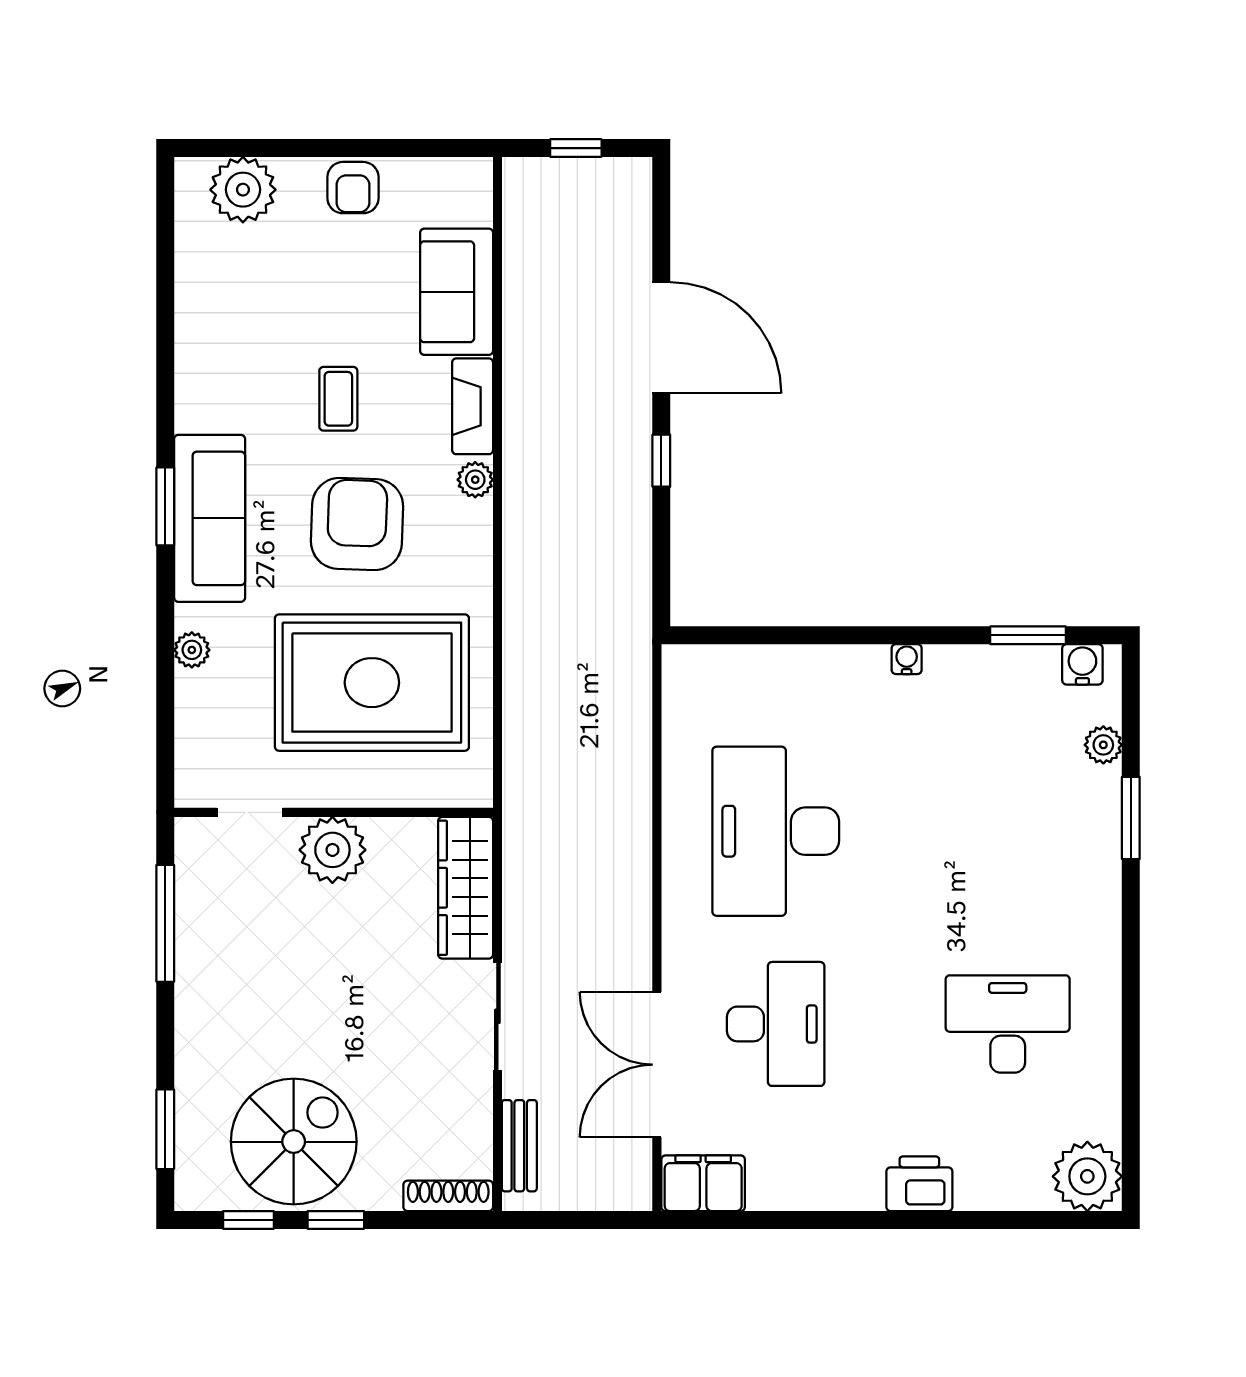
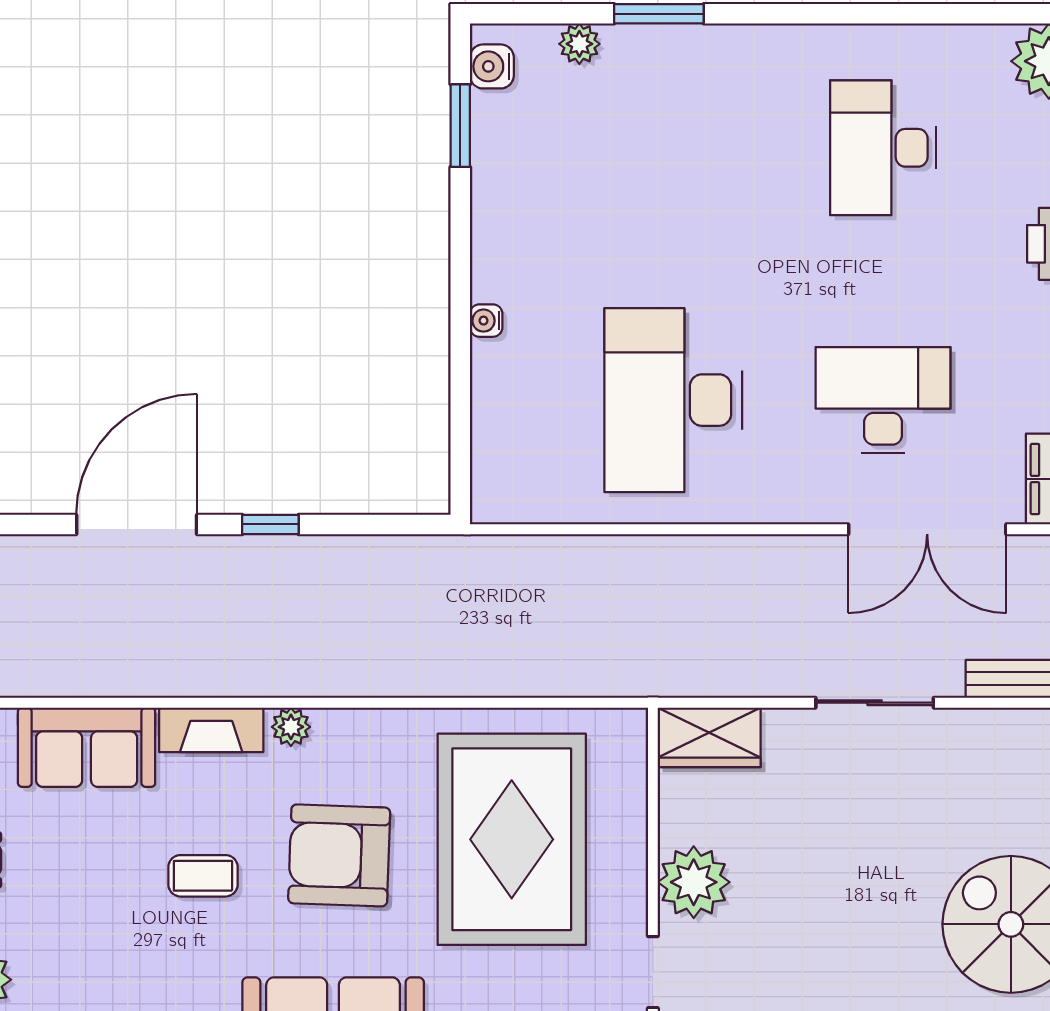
water cooler: (907, 659) -> (486, 321), moved
desk: (776, 831) -> (673, 400), turned 90
wardrobe: (466, 888) -> (709, 737), width x0.67

